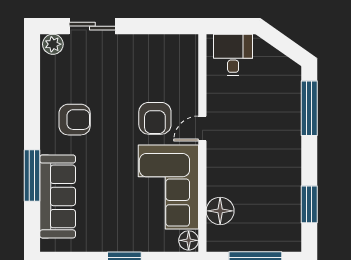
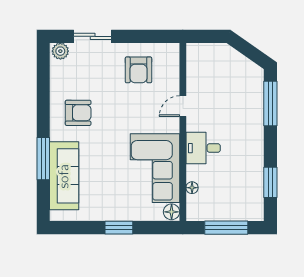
desk: (233, 55) -> (203, 148), moved, turned -90
armchair: (155, 118) -> (138, 70), moved
door: (202, 128) -> (183, 106), moved
floor lamp: (220, 211) -> (192, 188), width x0.53, depth x0.53

